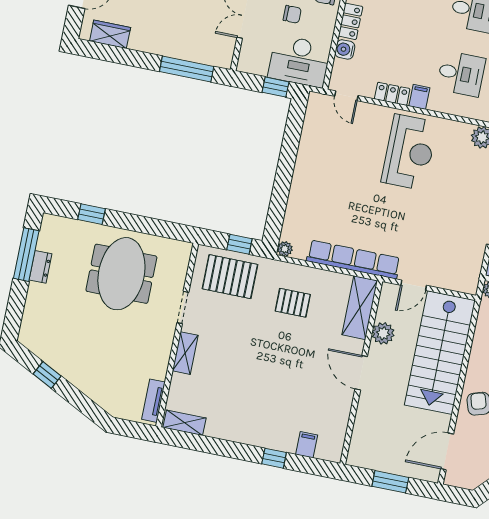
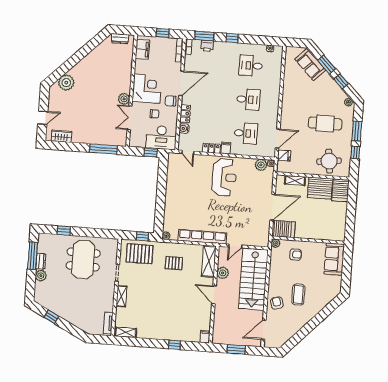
plant: (37, 294) -> (41, 276), added
filing cabinet: (307, 445) -> (205, 337), moved

